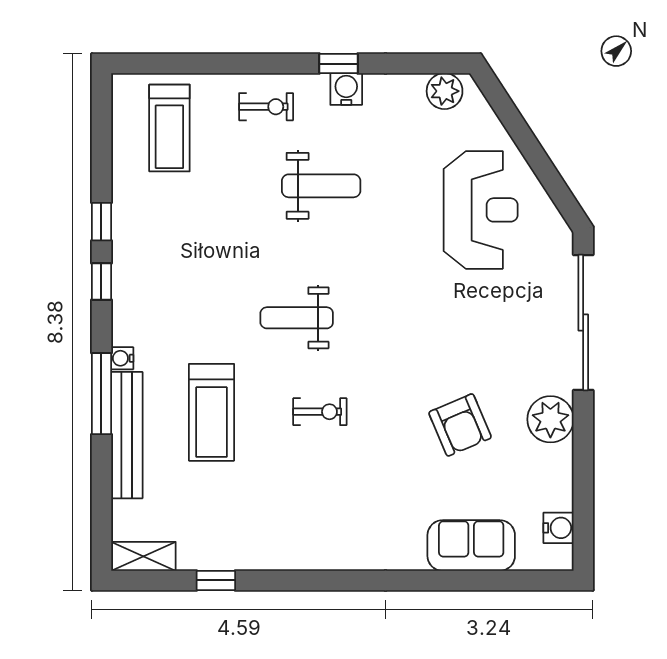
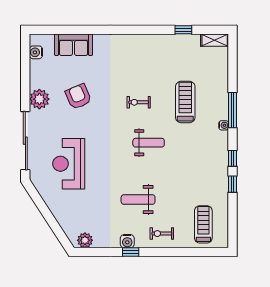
reception desk: (481, 210) -> (69, 164), moved
bench: (127, 435) -> (222, 92), removed

